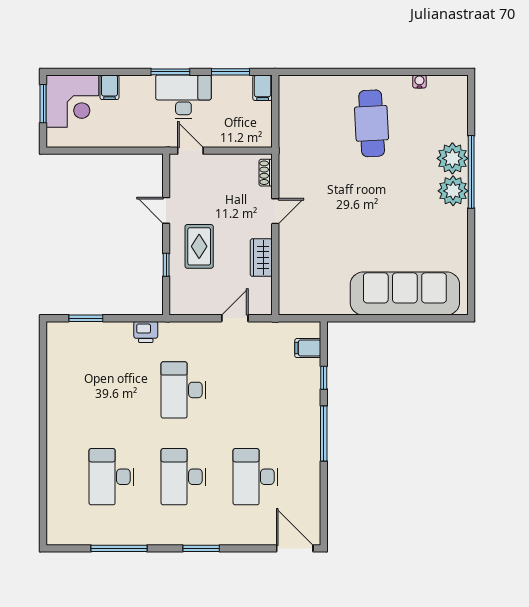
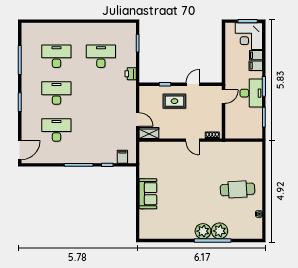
filing cabinet: (263, 88) -> (256, 66), moved
wardrobe: (261, 258) -> (149, 133), moved
sofa: (405, 294) -> (148, 194), width x0.54, depth x0.79
desk: (183, 390) -> (101, 56), moved

